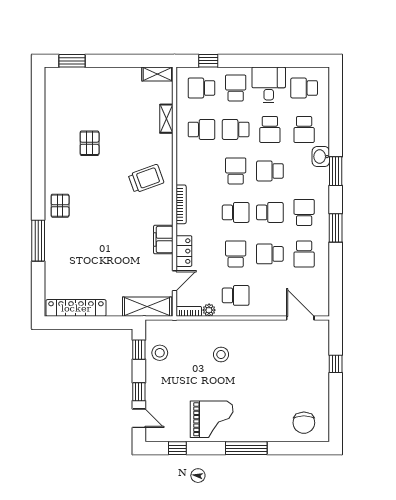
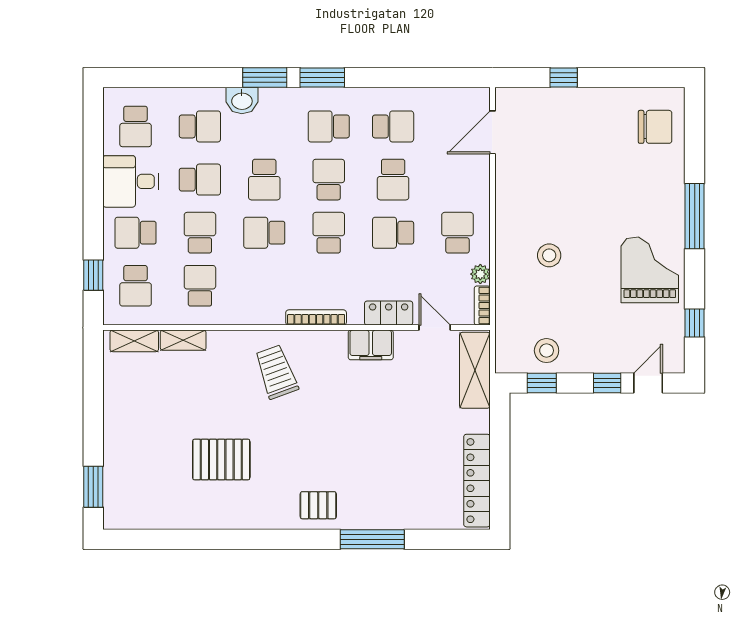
shelving: (157, 74) -> (134, 341), moved, turned 90
school desk: (236, 129) -> (200, 233), turned 180
pallet: (90, 143) -> (221, 460), width x1.50, depth x1.42
window: (336, 228) -> (322, 77), moved

